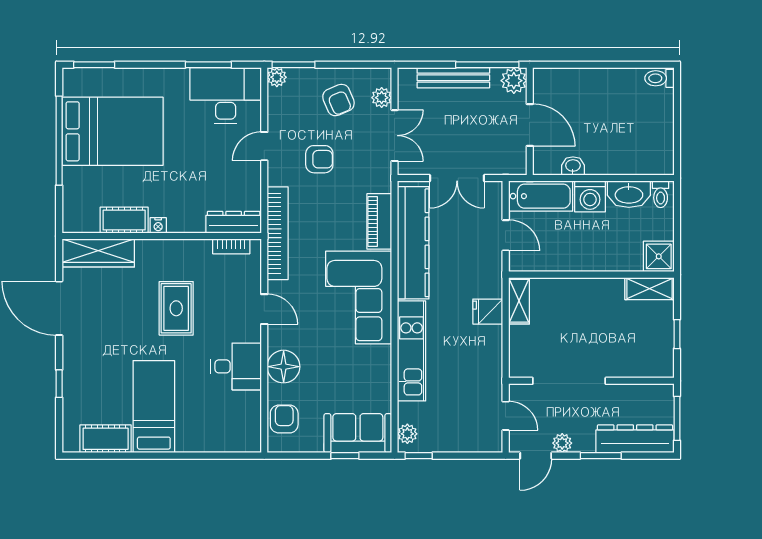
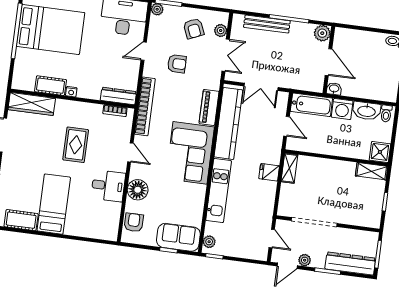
plant: (514, 81) -> (322, 33), moved
wall: (530, 121) -> (329, 60), moved
door: (530, 125) -> (329, 62), moved

